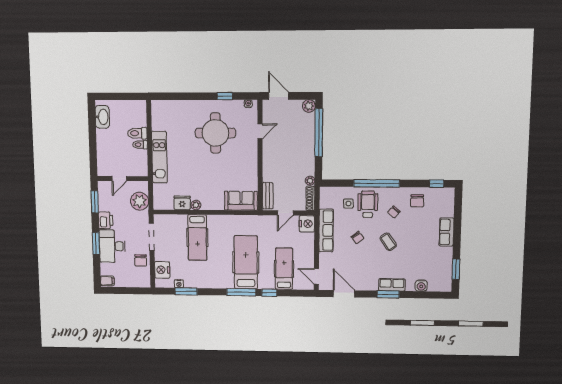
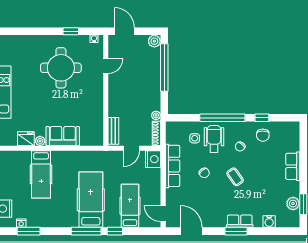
window: (437, 184) -> (262, 118), moved
sofa: (241, 201) -> (63, 136), moved
plant: (446, 268) -> (293, 204), added

